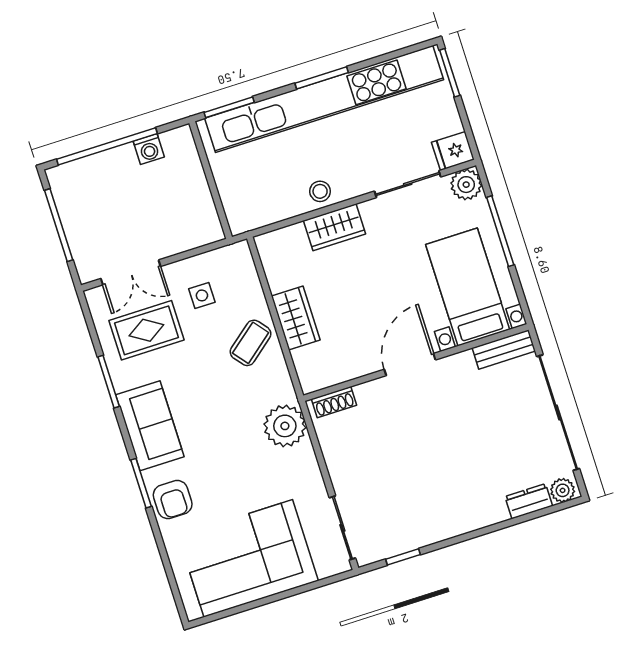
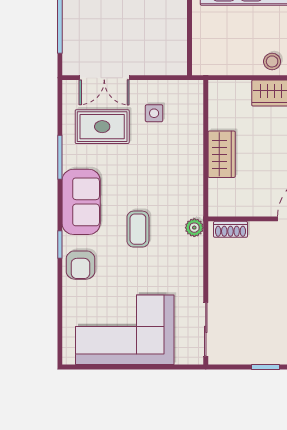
coffee table: (251, 343) -> (138, 229), moved, turned -51
plant: (285, 426) -> (194, 228), width x0.53, depth x0.53
window: (141, 483) -> (60, 244), width x0.67
window: (403, 557) -> (265, 367), moved

